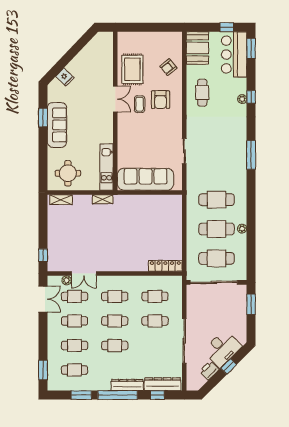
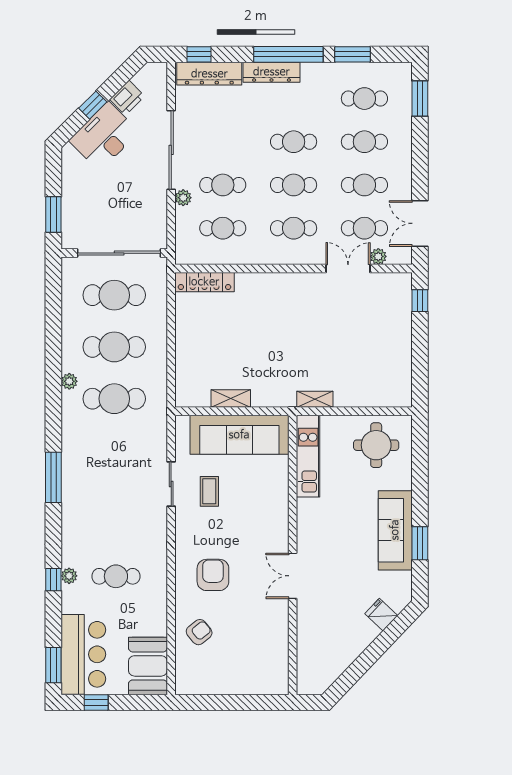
rug: (132, 69) -> (263, 628), removed
cafe table: (202, 93) -> (116, 576), moved, turned 90
coffee table: (140, 104) -> (209, 491), moved
shelving: (61, 200) -> (231, 399), moved
plant: (242, 229) -> (69, 381), moved
plant: (177, 314) -> (183, 198), added
window: (157, 395) -> (199, 54), moved

